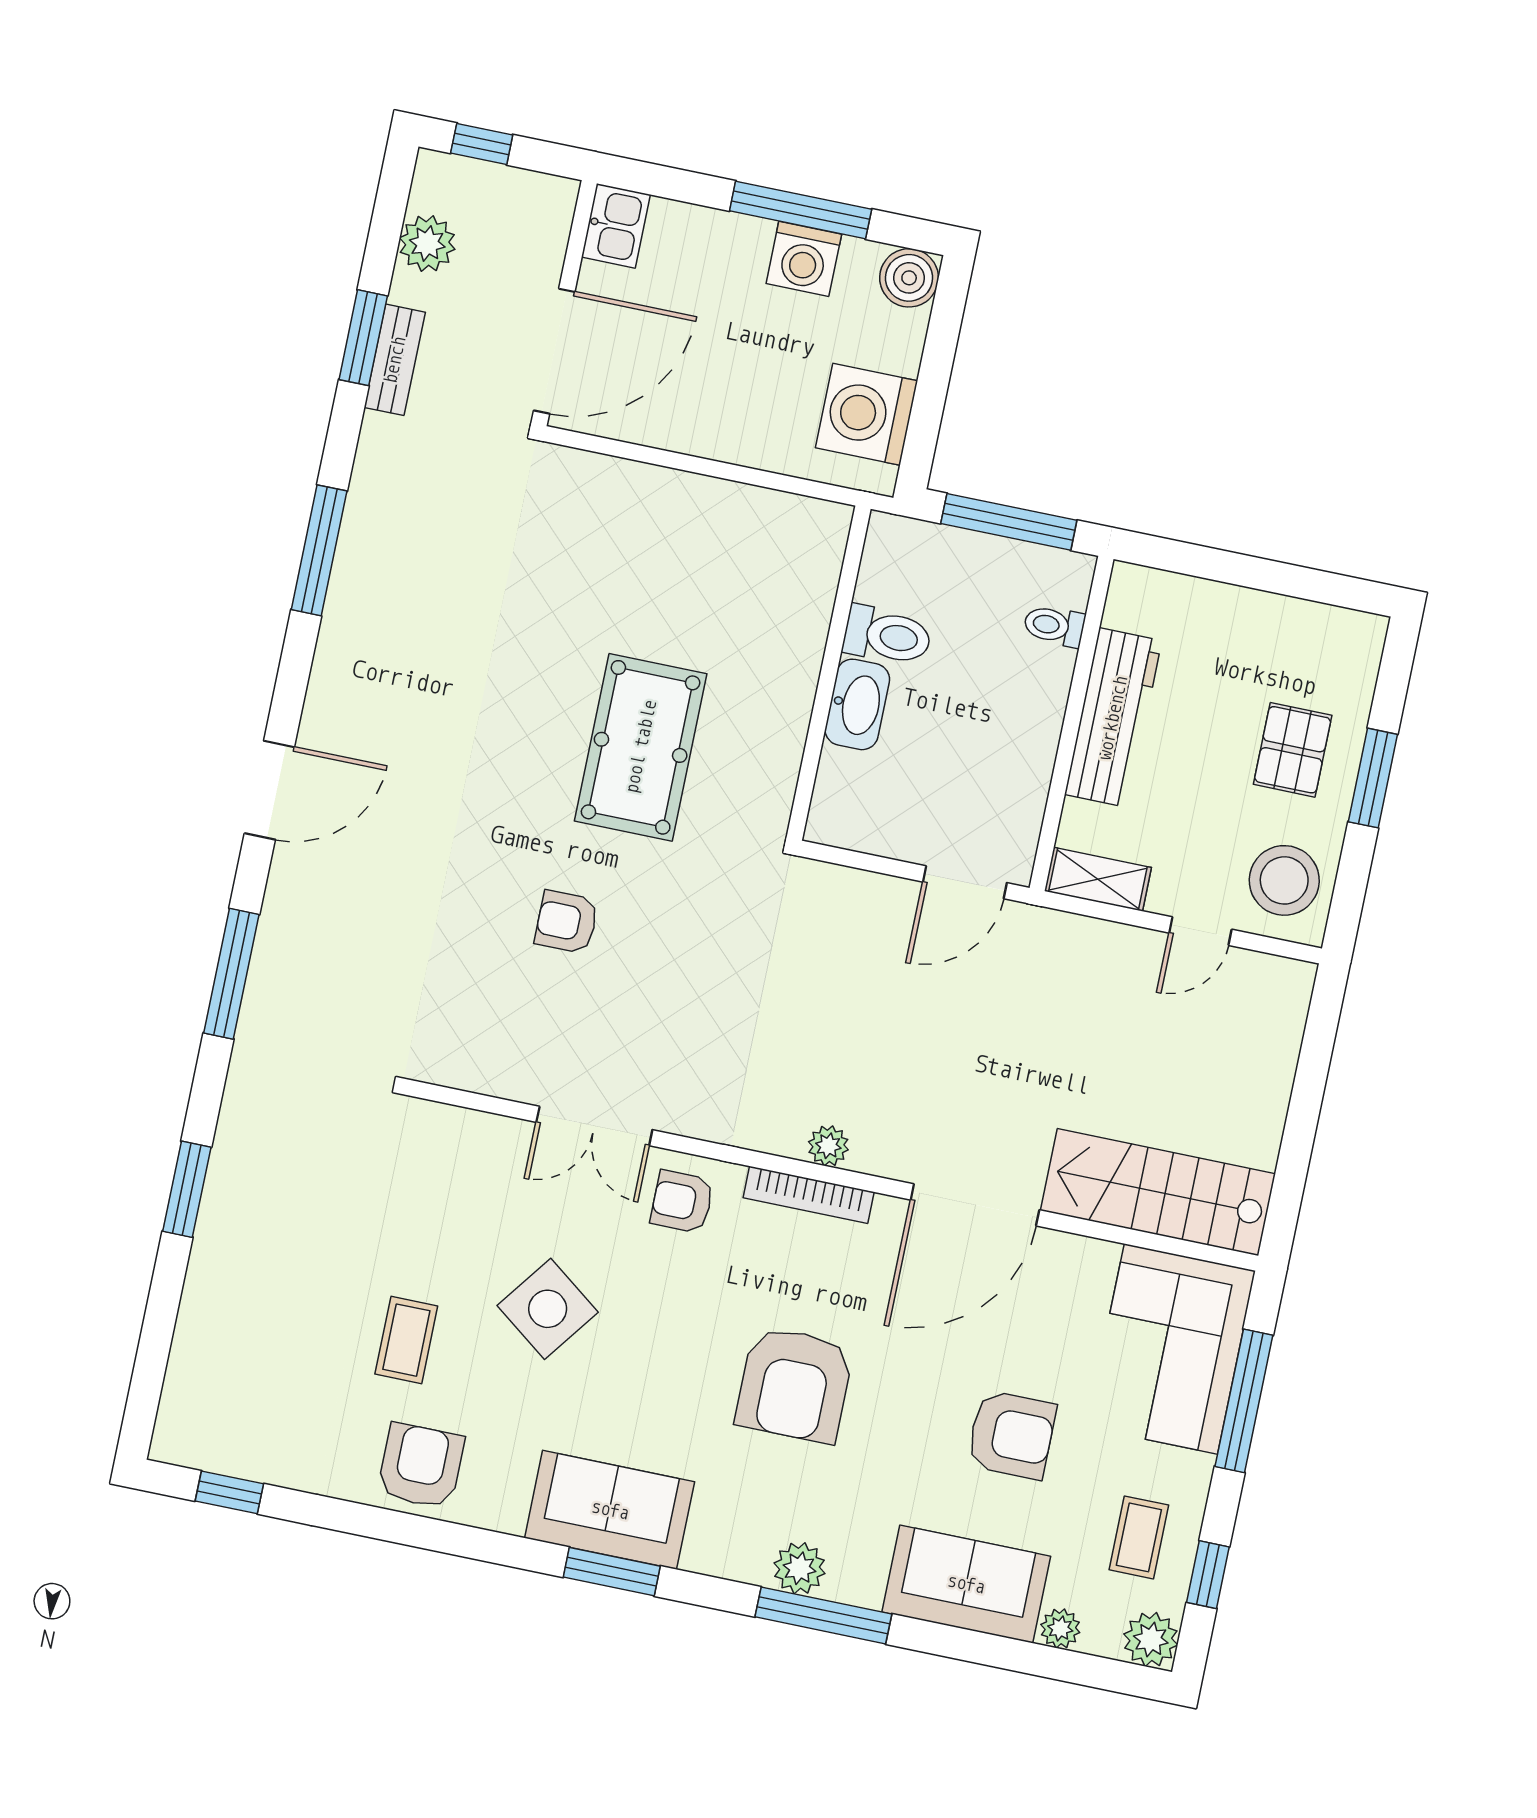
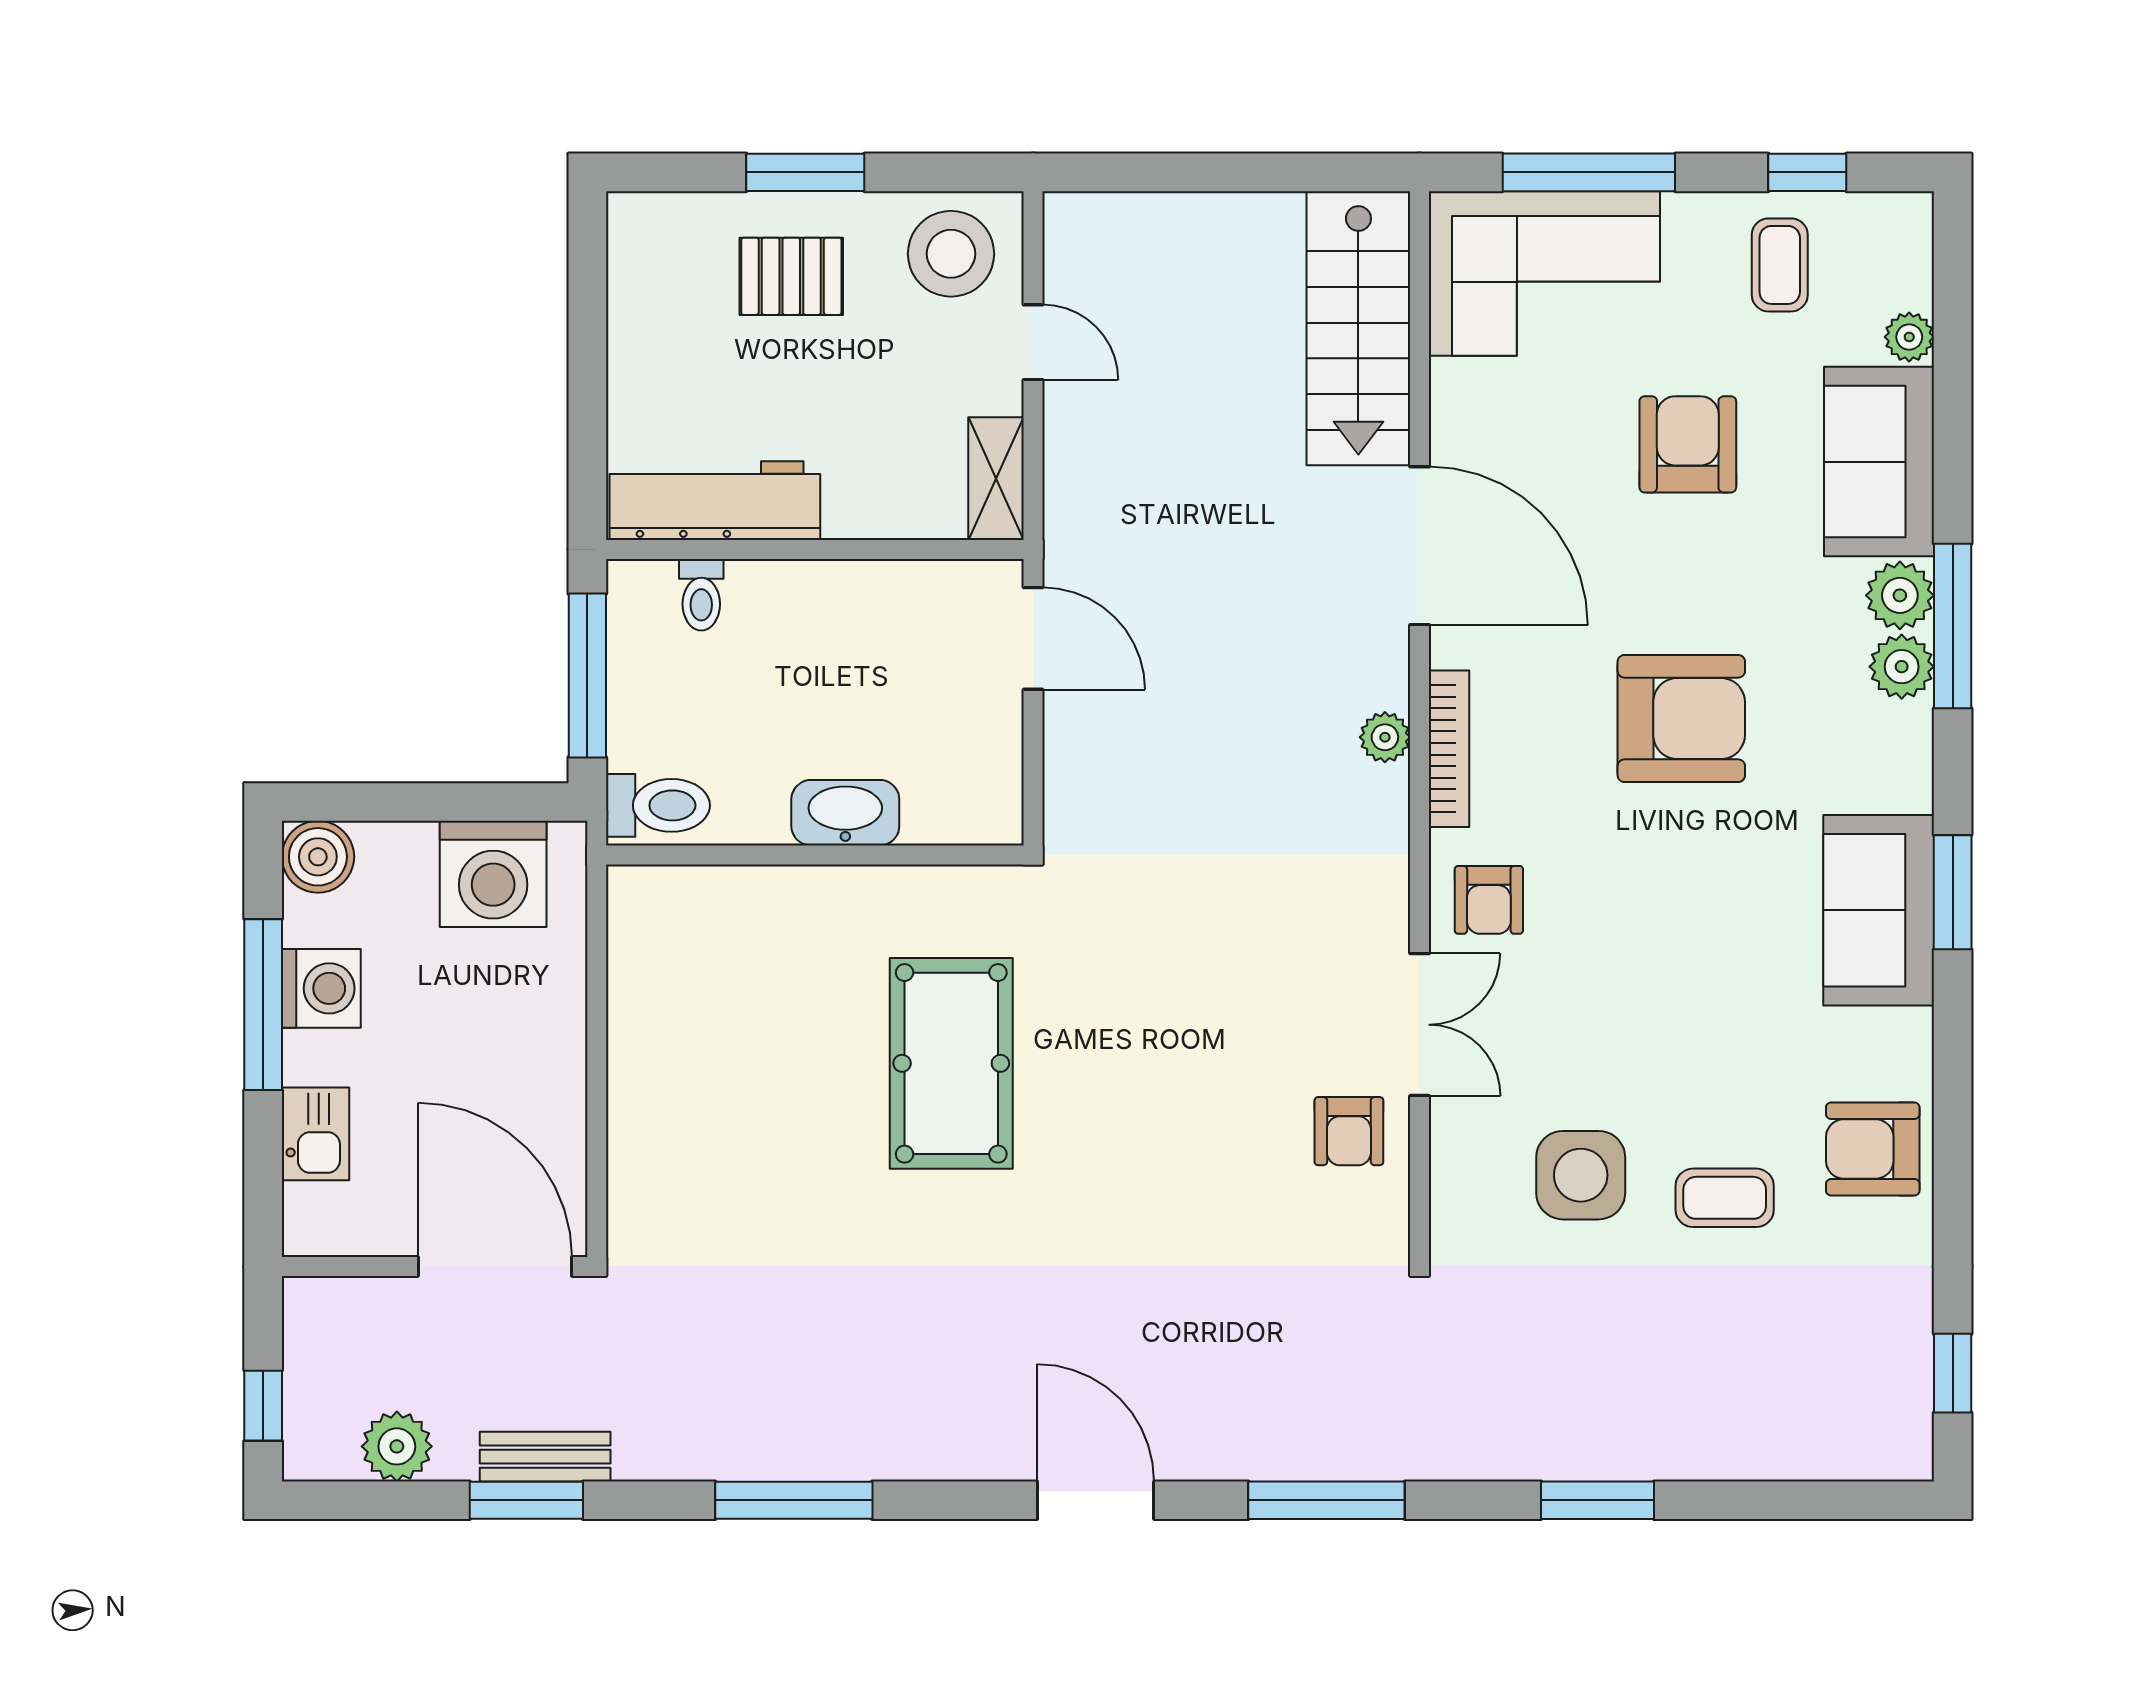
kitchen sink: (616, 226) -> (316, 1134), moved, turned 90
toilet: (887, 636) -> (658, 805), moved, turned 90
workbench: (1113, 718) -> (715, 501), moved
pool table: (641, 747) -> (951, 1063), turned 90
armchair: (567, 922) -> (1349, 1131), moved
side table: (548, 1309) -> (1581, 1175), moved, turned -37
coffee table: (1139, 1537) -> (1780, 265), turned 90
plant: (1151, 1639) -> (1900, 595), moved

